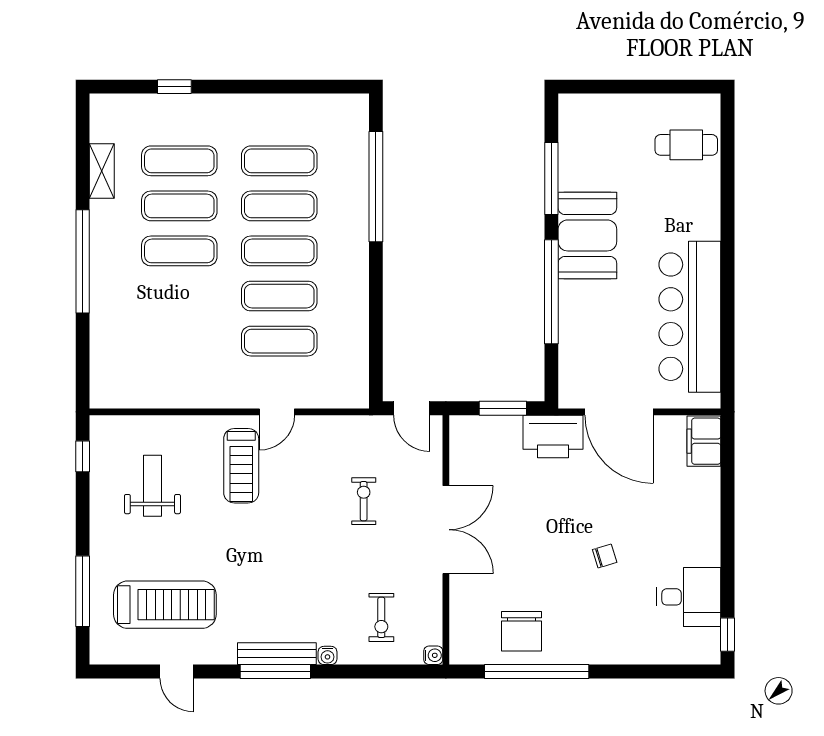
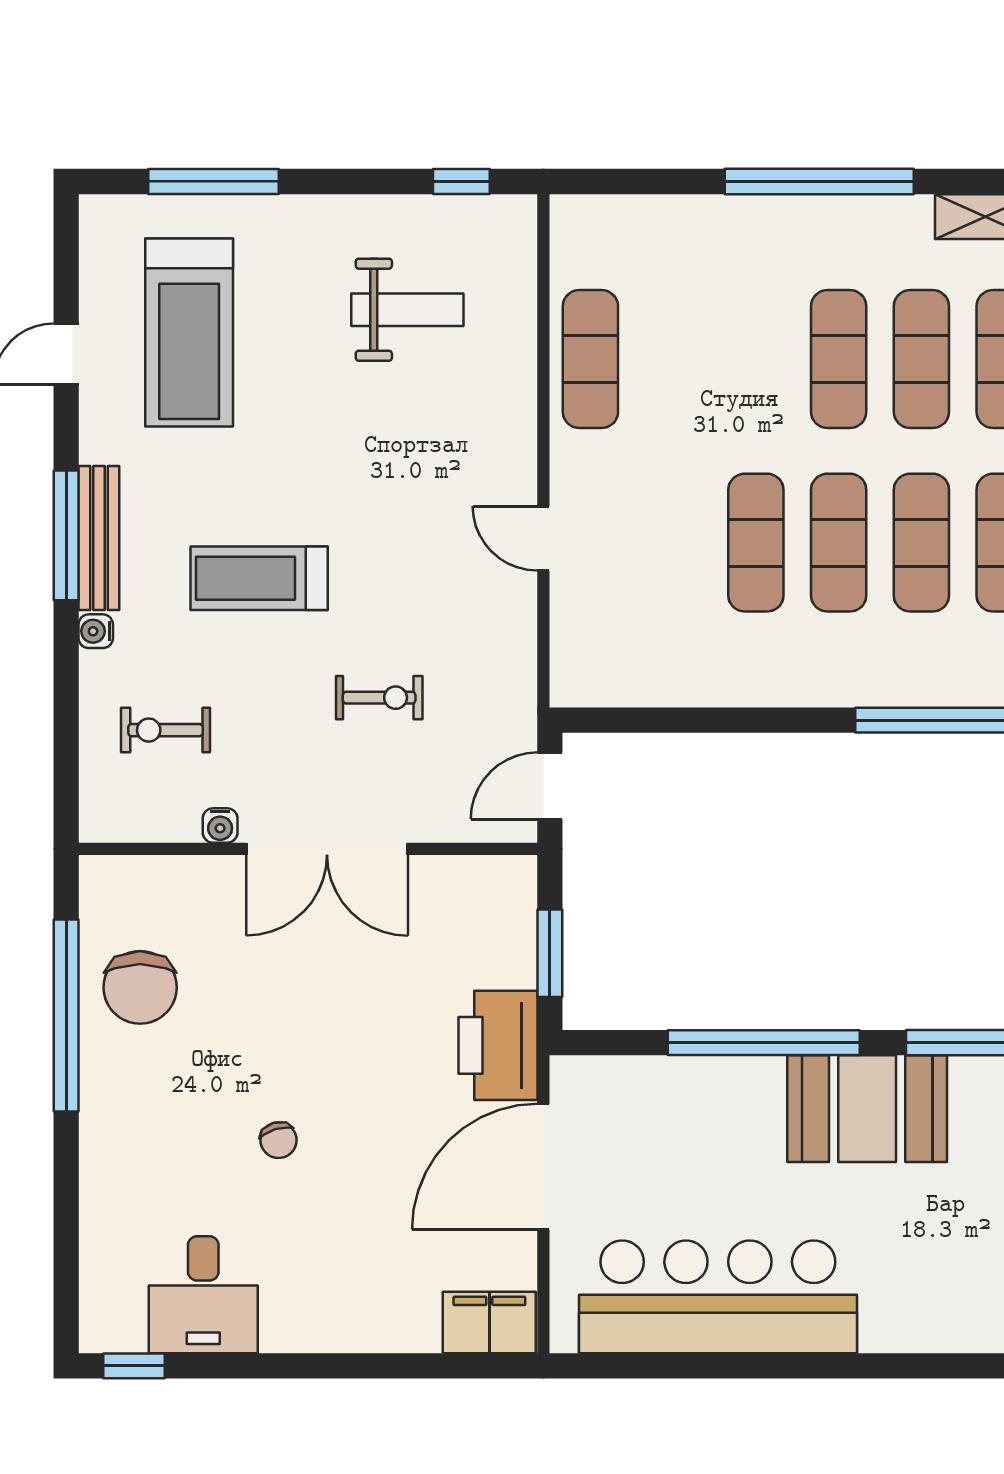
exercise mat: (279, 341) -> (590, 359), moved
treadmill: (241, 466) -> (259, 578), moved
chair: (521, 631) -> (140, 987), turned -90
water cooler: (433, 655) -> (220, 825), moved

